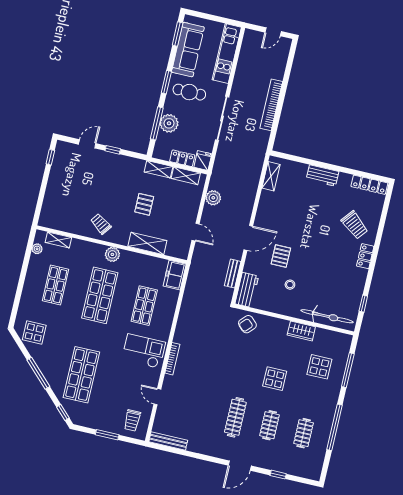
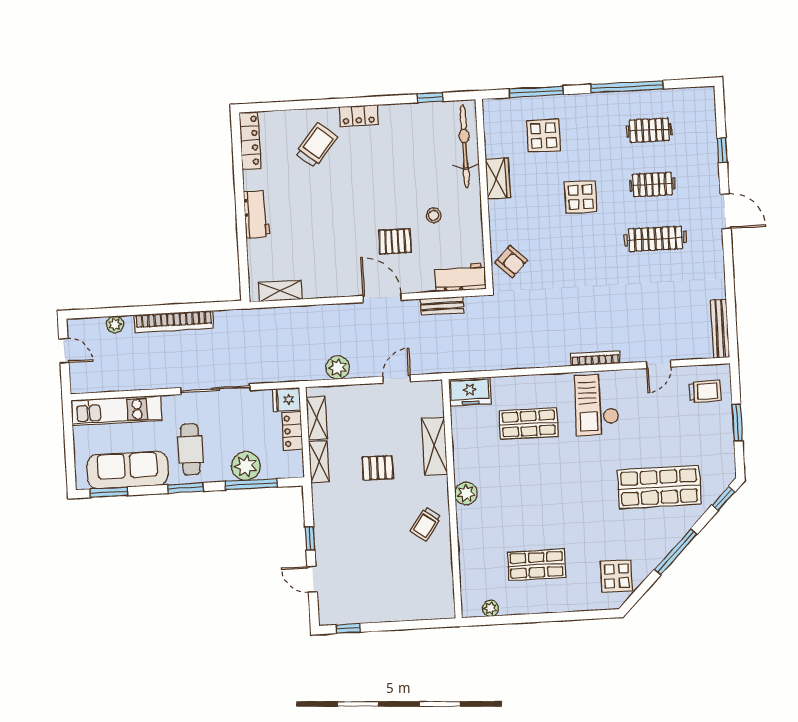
plant: (280, 68) -> (115, 324), added
shelving: (58, 240) -> (468, 580), removed
shop shelf: (100, 295) -> (533, 494), removed

